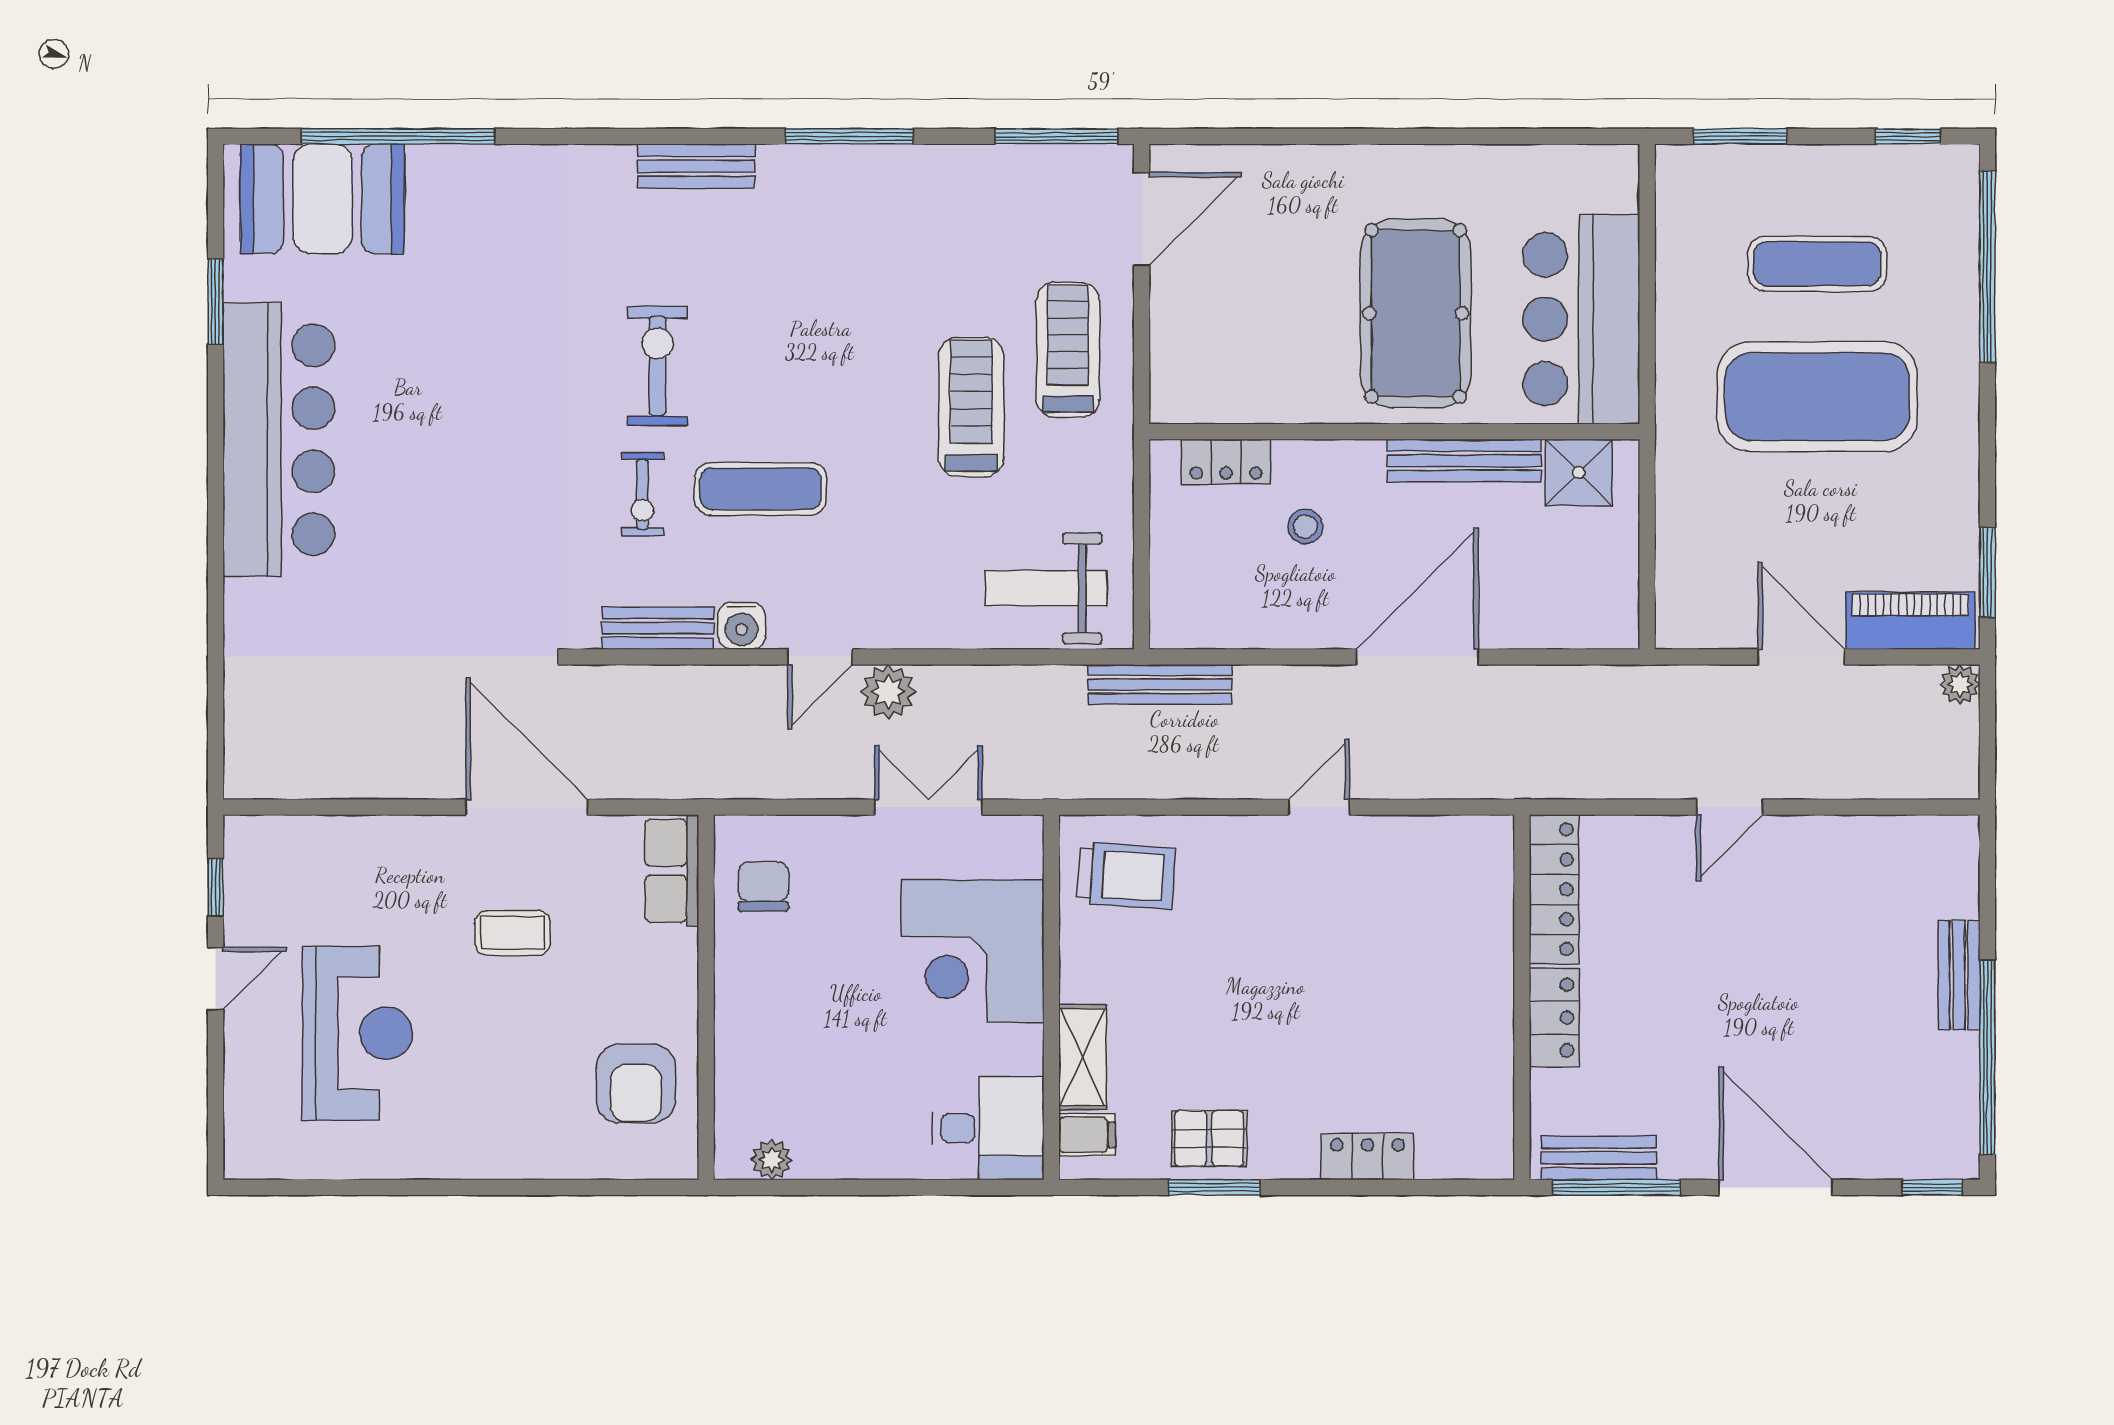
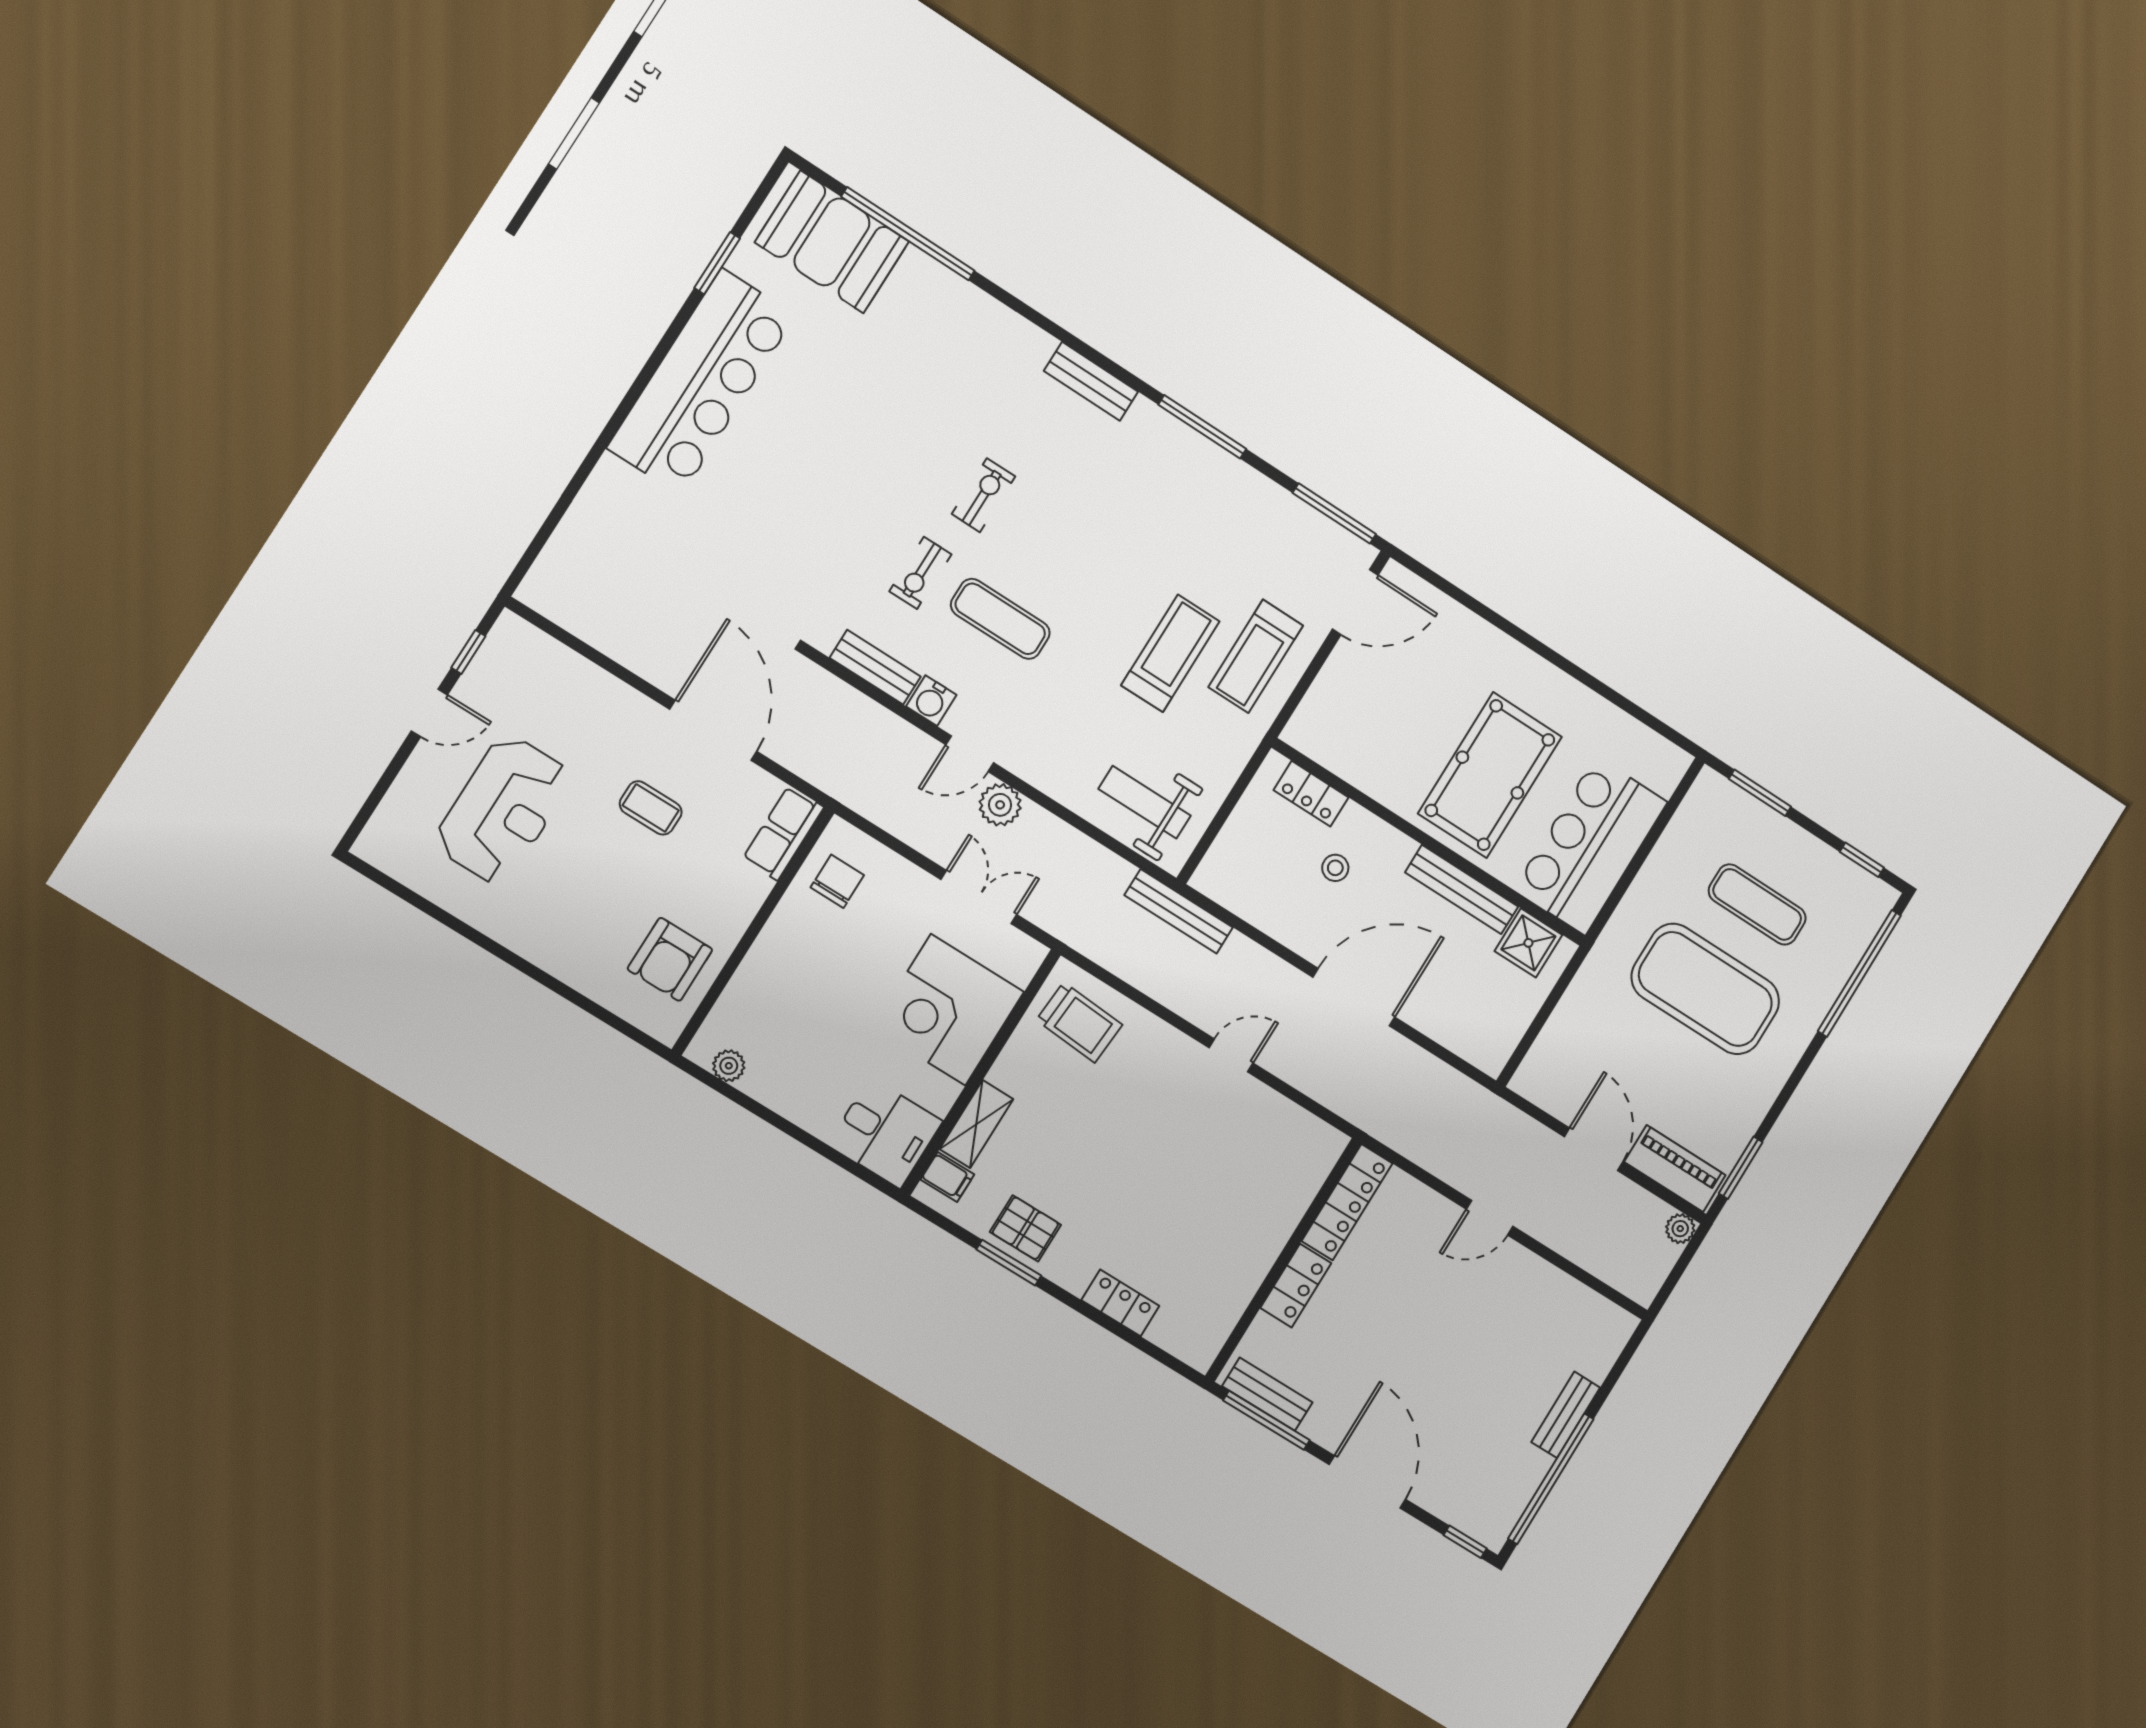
treadmill: (1068, 350) -> (1256, 656), turned 180
exercise bike: (657, 366) -> (983, 495), width x0.73, depth x0.72

